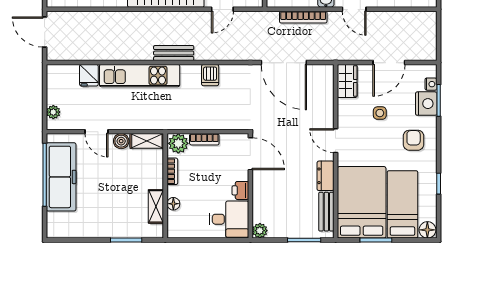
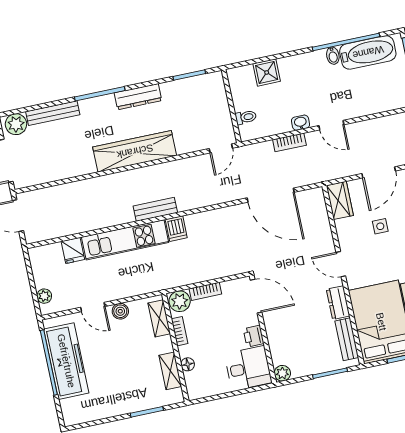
door: (222, 9) -> (221, 148), moved
bookcase: (303, 17) -> (289, 142), width x0.64
dishwasher: (210, 75) -> (176, 229), moved
shelving: (147, 141) -> (159, 318), moved, turned 90

